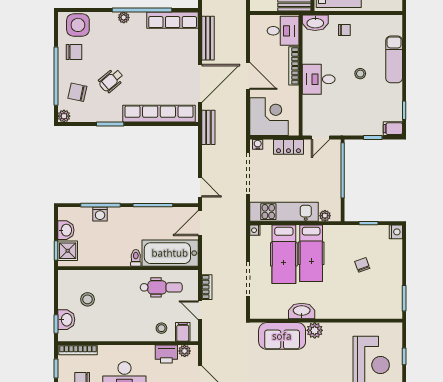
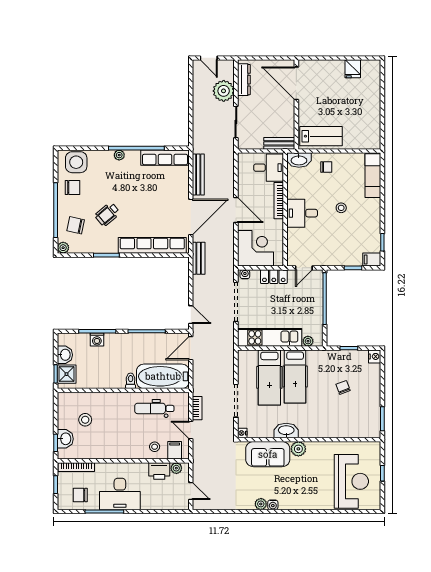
exam couch: (394, 59) -> (373, 176), moved
nightstand: (255, 230) -> (242, 433), moved
dental chair: (161, 287) -> (154, 408), turned 180

